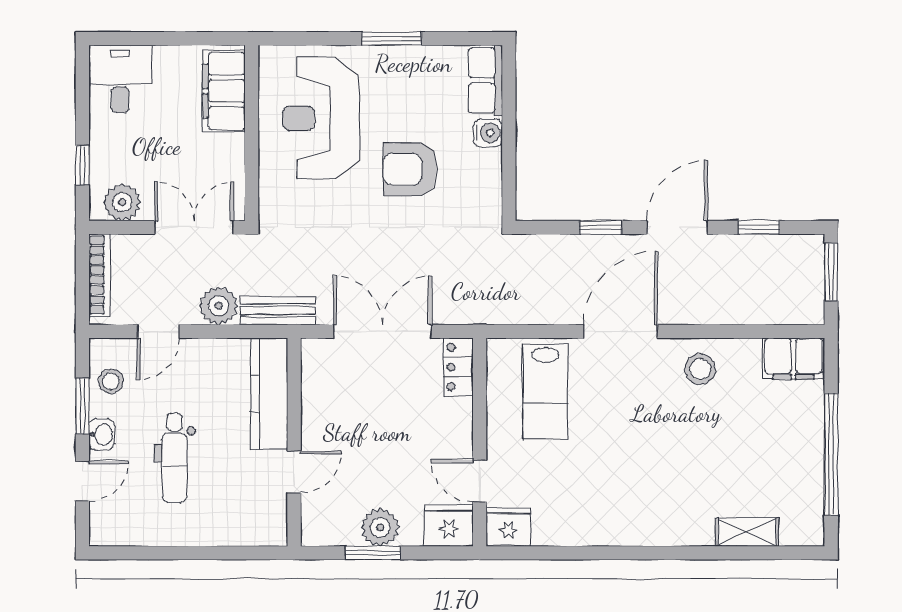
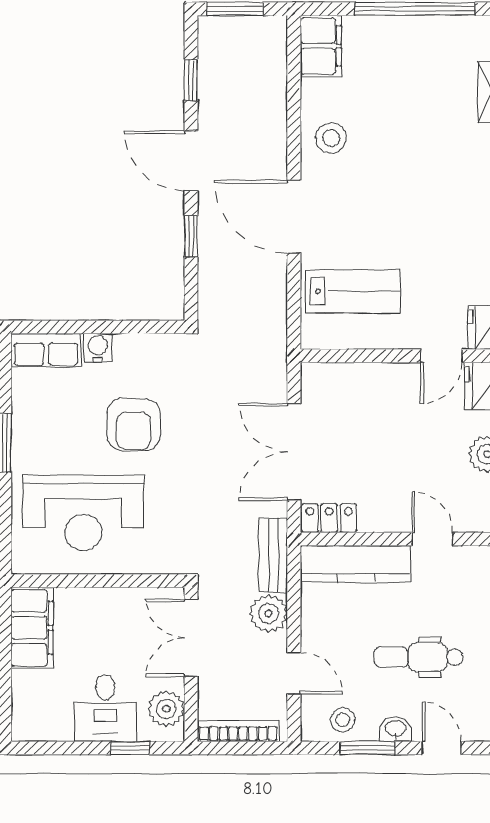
desk: (120, 79) -> (105, 708), moved, turned -90
filing cabinet: (224, 91) -> (32, 628), moved, turned -90
locker: (458, 367) -> (329, 518), moved, turned 180
dental chair: (174, 458) -> (419, 657), turned 180

